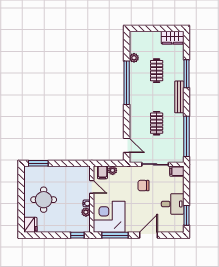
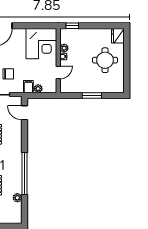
window: (38, 163) -> (92, 95), moved
filing cabinet: (102, 172) -> (28, 87), moved
door: (92, 187) -> (58, 73), swing flipped
window: (115, 235) -> (36, 26), removed

